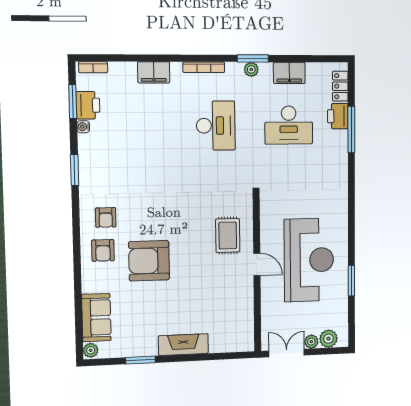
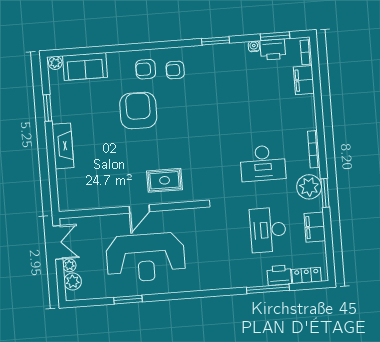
plant: (251, 69) -> (309, 187), width x1.87, depth x1.87
filing cabinet: (154, 72) -> (304, 80), moved

